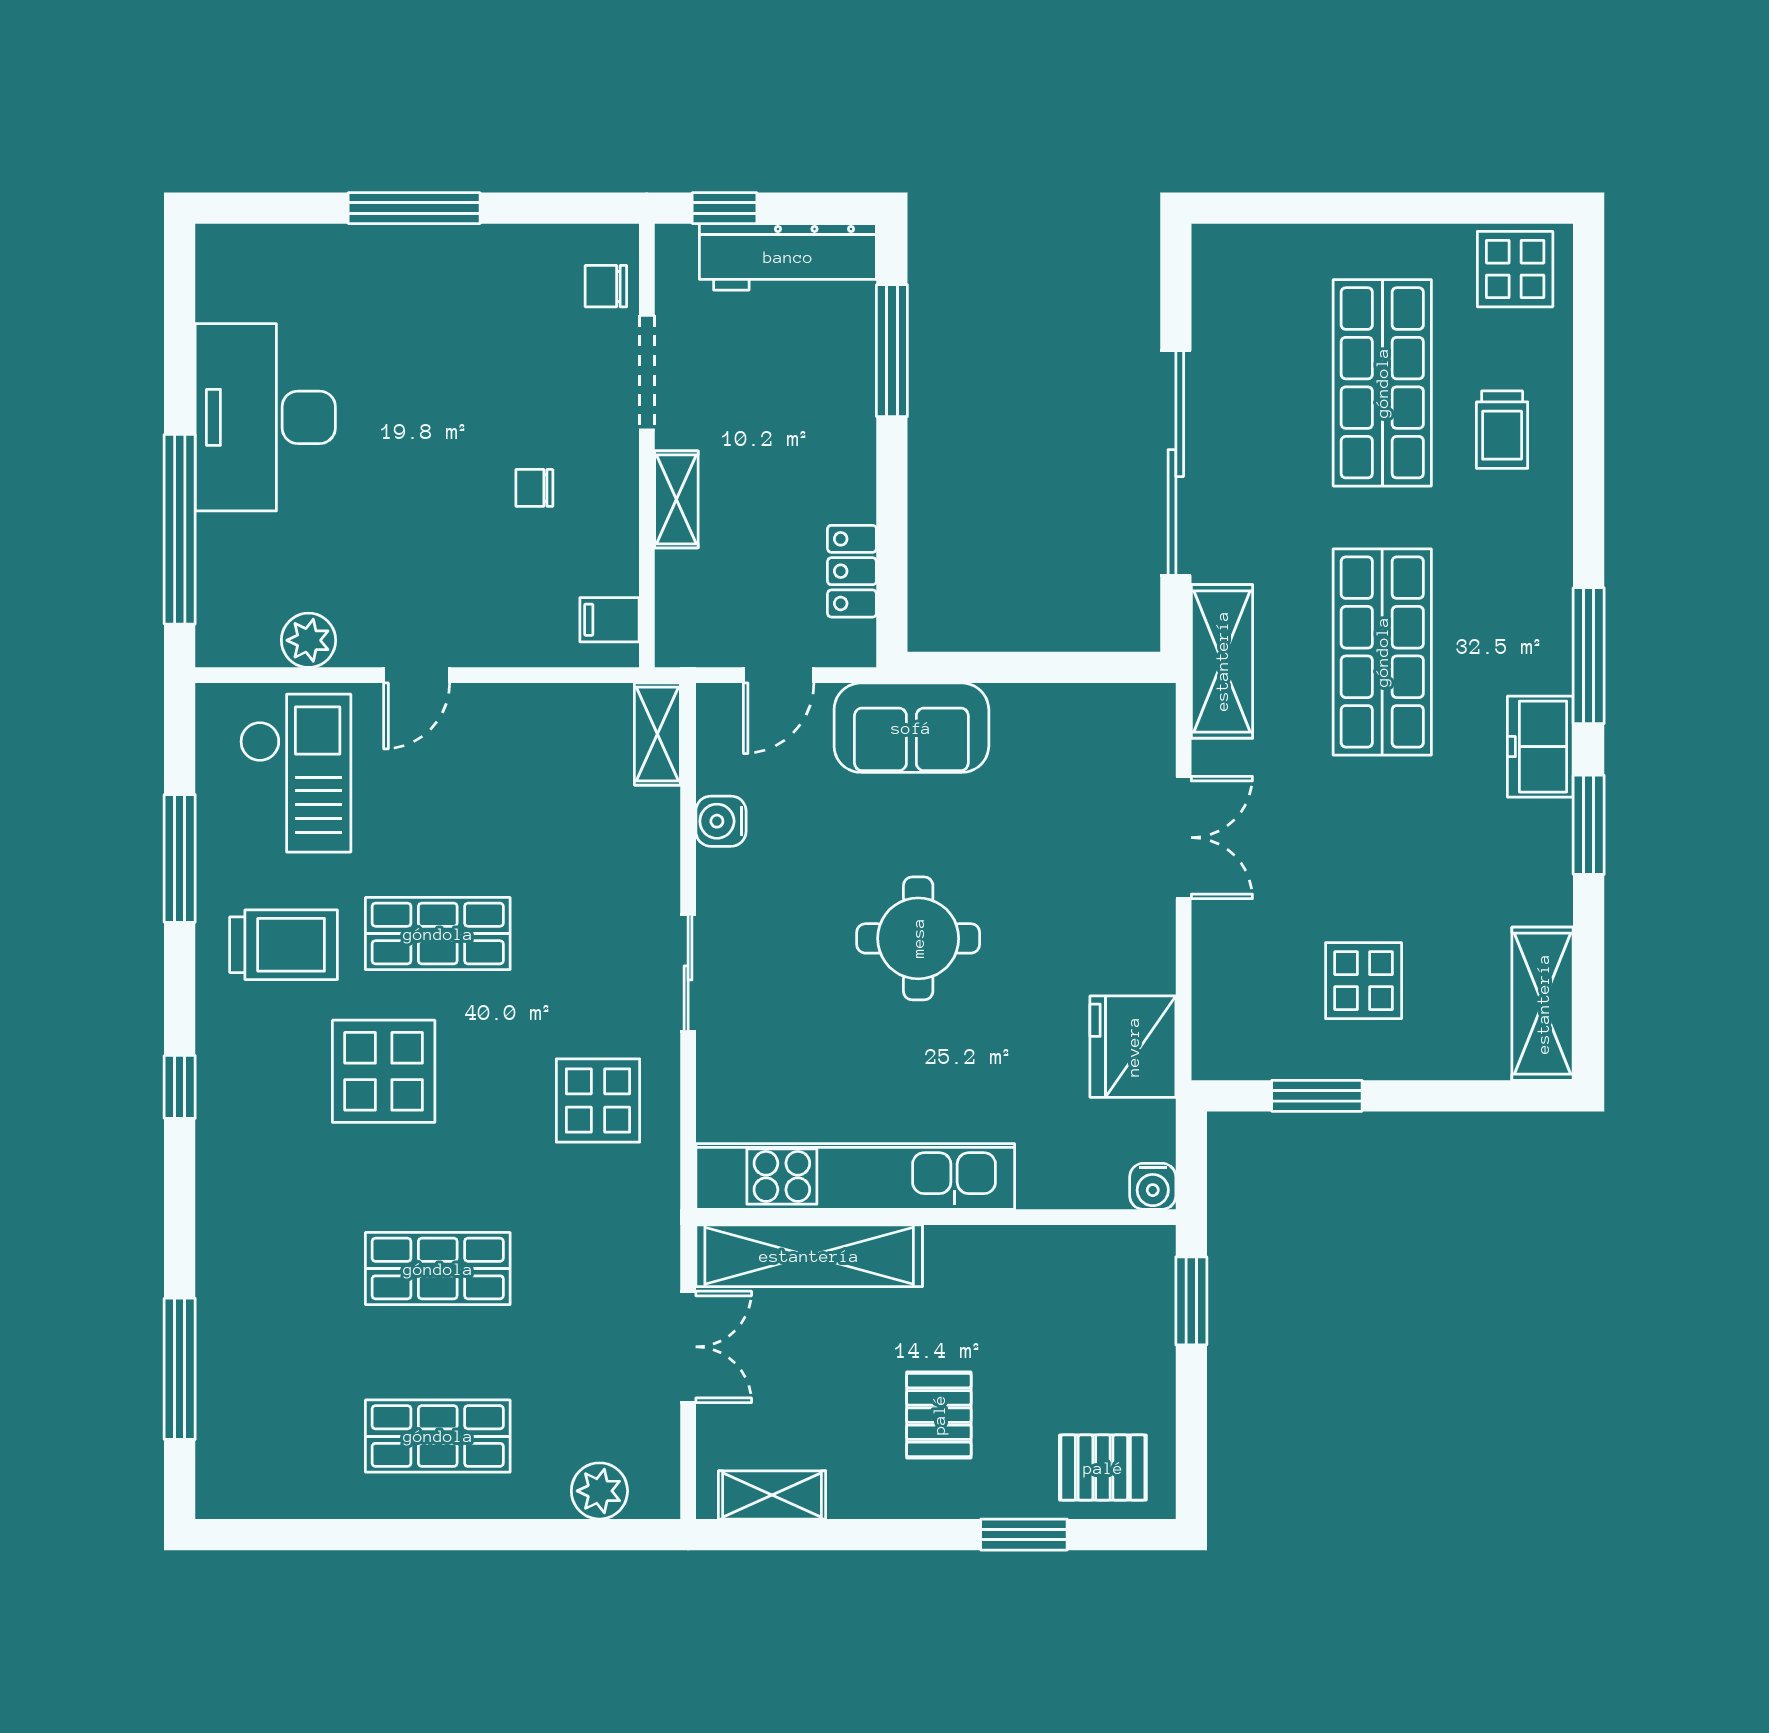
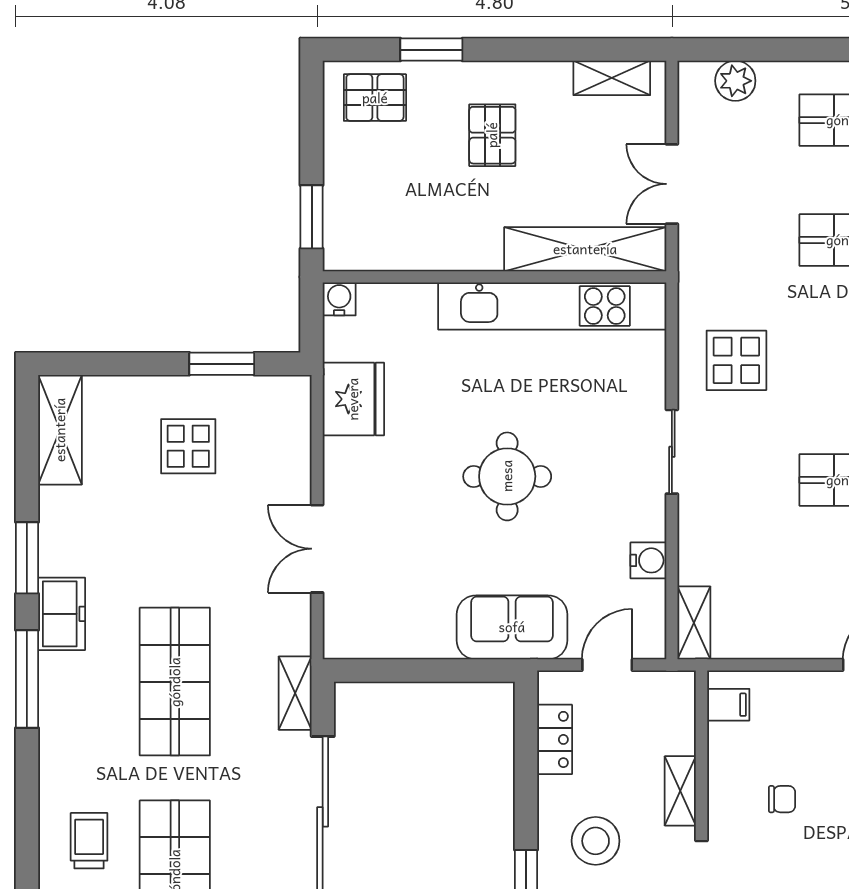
stool: (795, 430) -> (596, 841), added
shelving: (1222, 661) -> (295, 693), width x0.67, depth x0.75

